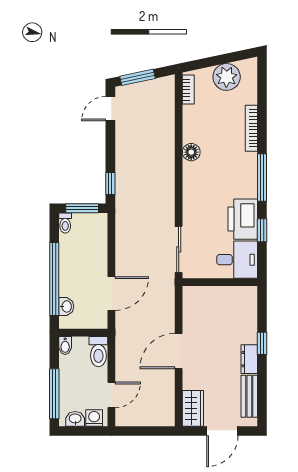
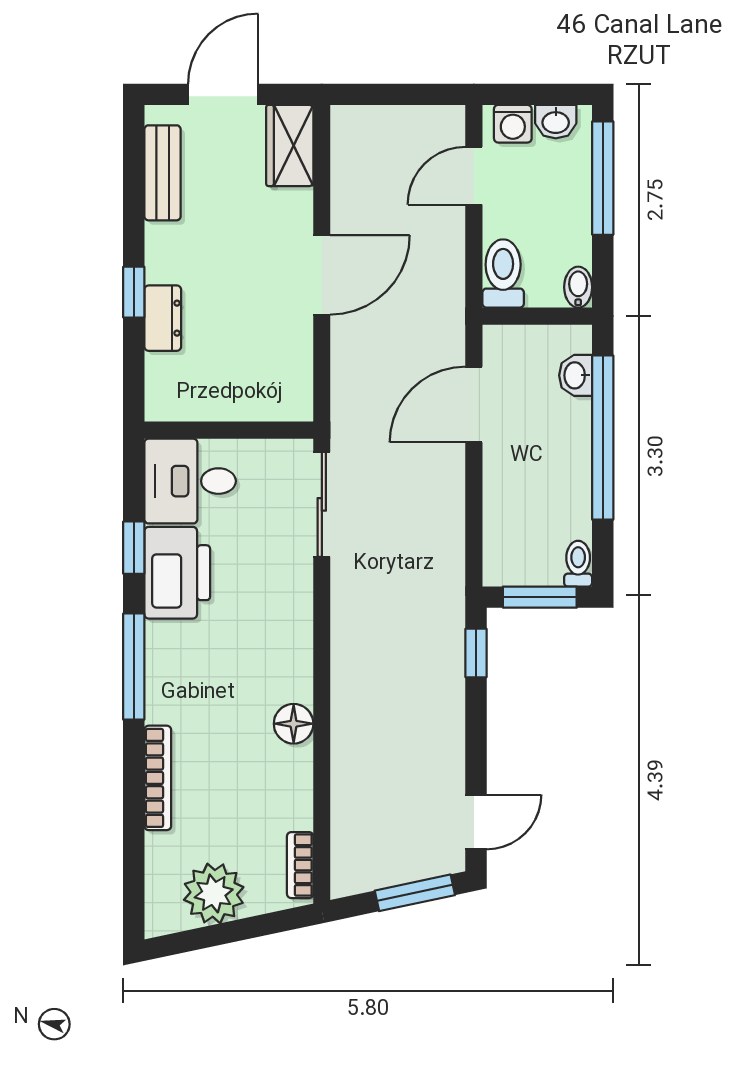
dresser: (249, 359) -> (163, 318), moved

